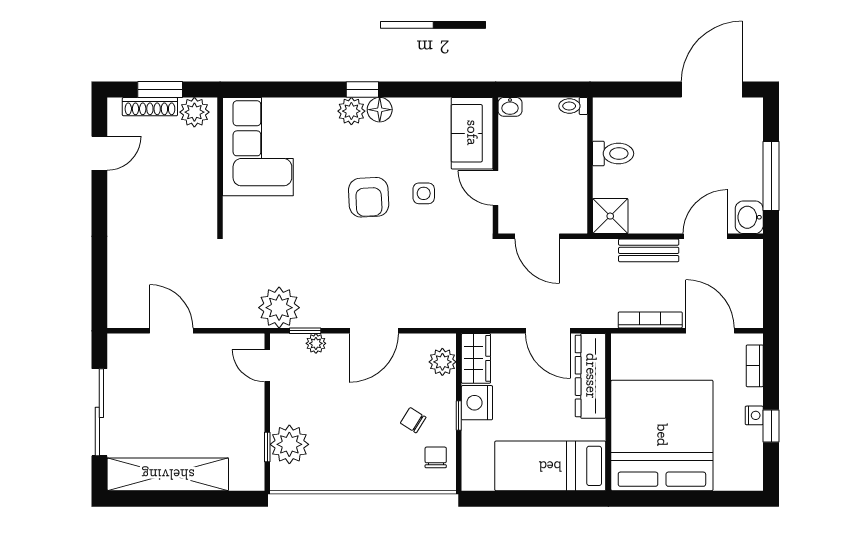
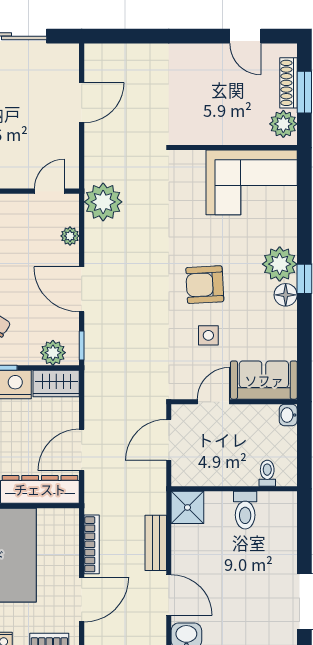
toilet: (573, 106) -> (267, 473), moved
plant: (351, 111) -> (280, 264), width x1.36, depth x1.36
window: (305, 331) -> (82, 346), moved

